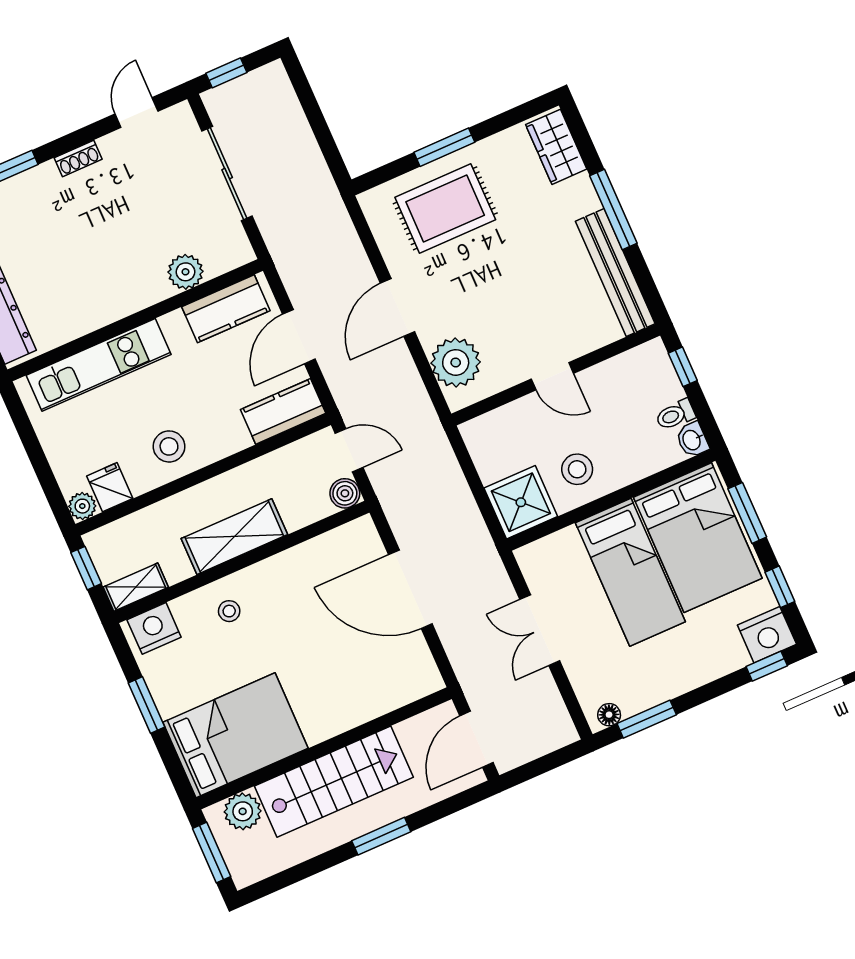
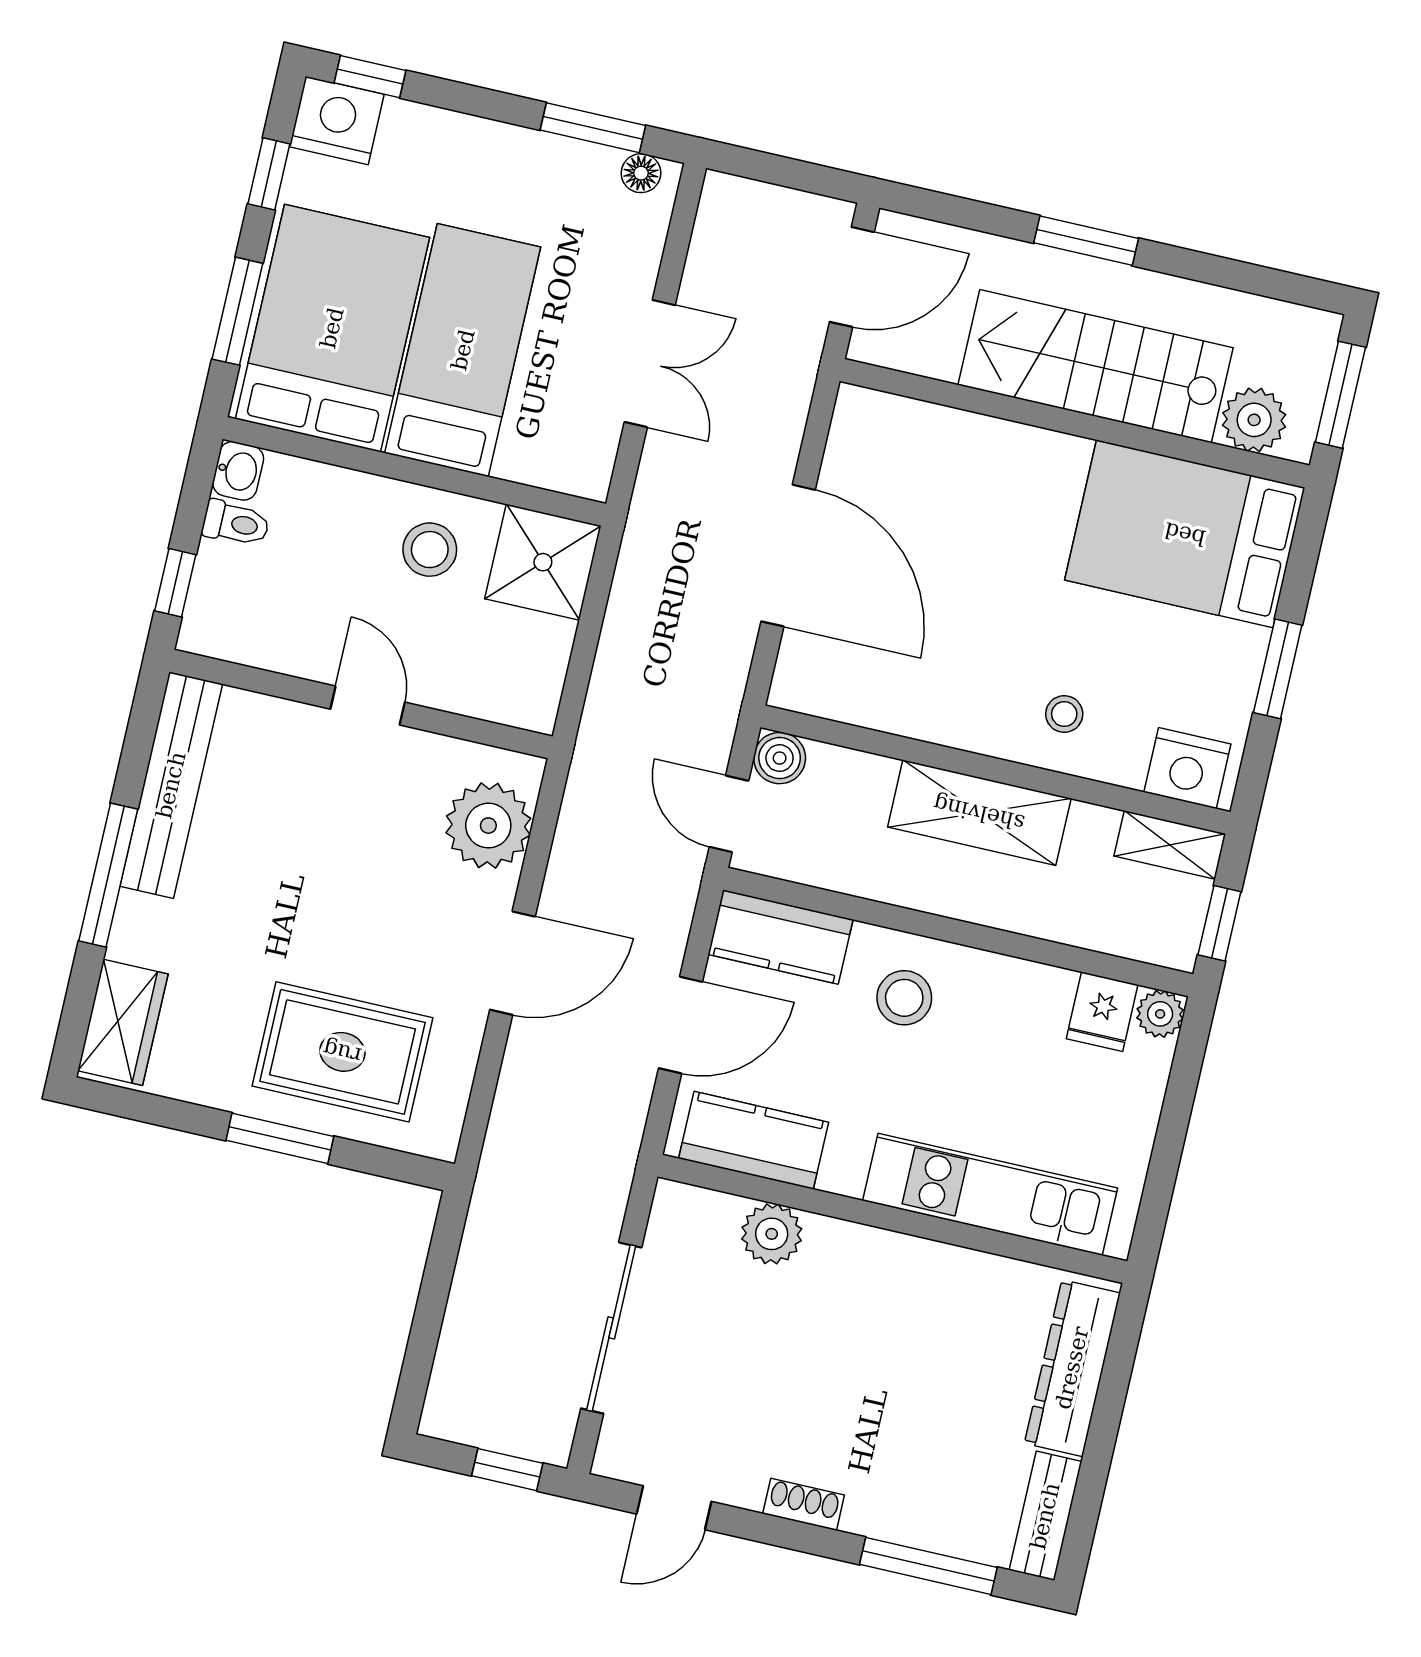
stool: (169, 446) -> (904, 998), moved

